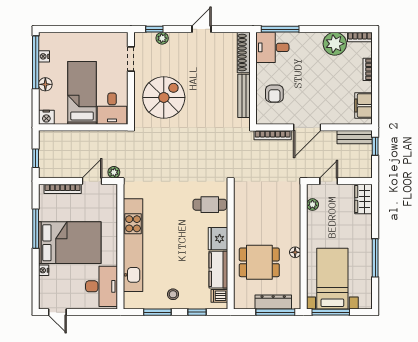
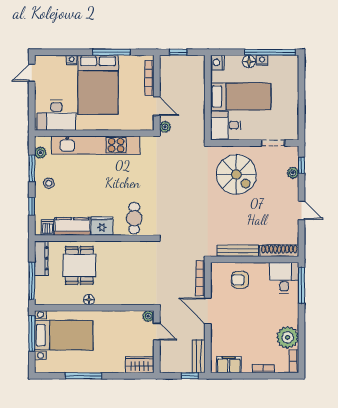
nightstand: (44, 56) -> (262, 60), moved
plant: (312, 205) -> (148, 316), moved
dresser: (273, 302) -> (41, 258), moved
plant: (141, 303) -> (40, 153), added

